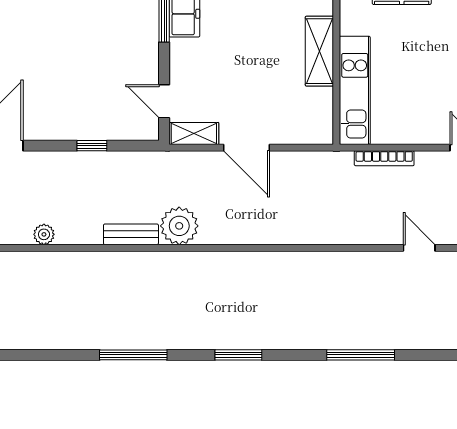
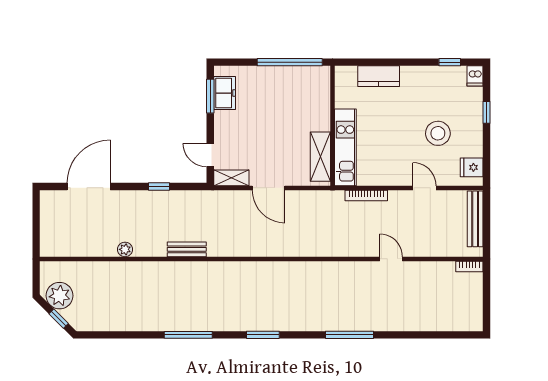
shelving: (319, 51) -> (320, 157), moved
plant: (179, 226) -> (221, 243), removed

